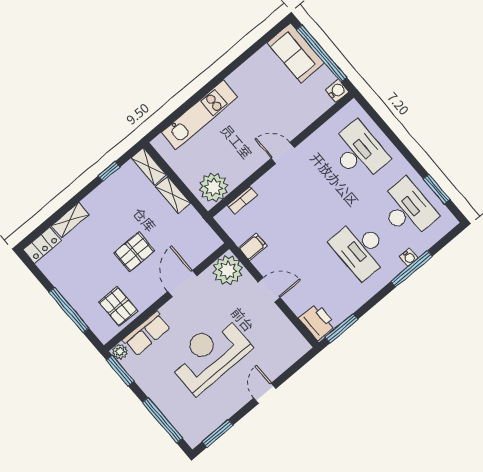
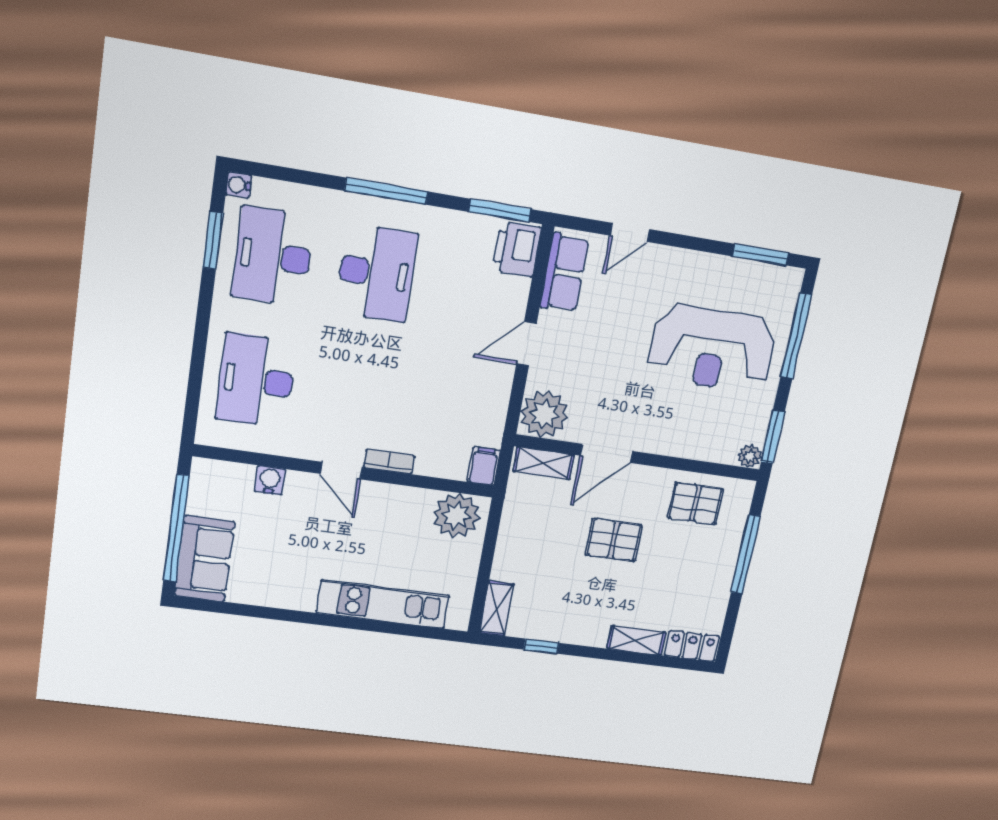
water cooler: (337, 91) -> (270, 480), moved, turned 90
shelving: (173, 195) -> (544, 463), moved, turned 90
bookcase: (242, 200) -> (389, 462), moved
filing cabinet: (253, 247) -> (484, 466), moved, turned 90
water cooler: (409, 257) -> (239, 185), moved, turned -90
window: (412, 269) -> (386, 191), moved
door: (269, 290) -> (527, 344), hinge flipped
pallet: (118, 306) -> (696, 504), turned 90
row of seats: (147, 333) -> (564, 273), moved, turned 90
reception desk: (210, 355) -> (712, 348), moved
door: (265, 393) -> (630, 232), moved

